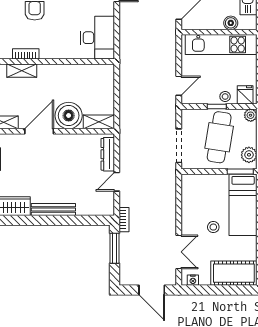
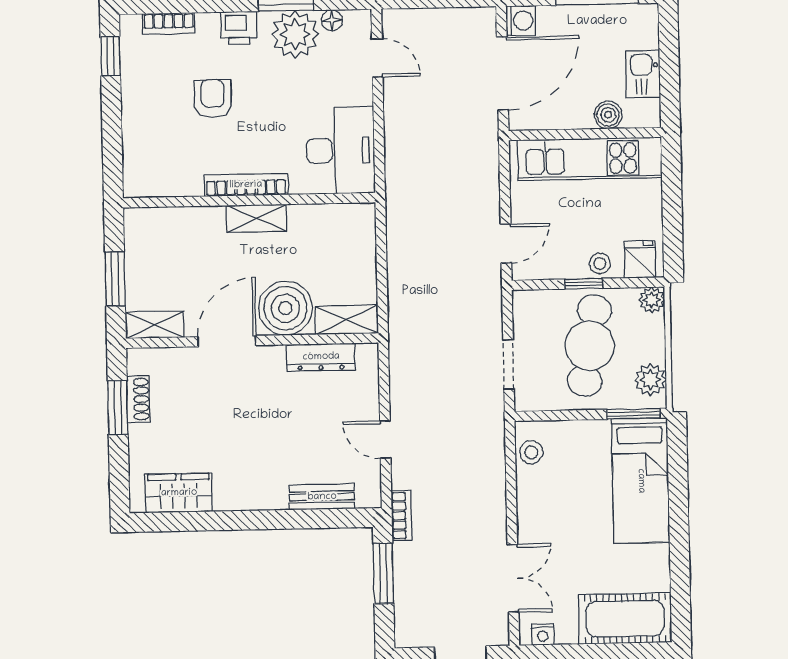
bookcase: (26, 54) -> (246, 185), moved, width x1.56
shelving: (22, 71) -> (257, 218), moved
doorway: (179, 146) -> (509, 365), width x0.73
dresser: (108, 154) -> (321, 357), moved, turned -90
door: (117, 182) -> (385, 440), hinge flipped
bench: (53, 209) -> (322, 497), moved, width x0.73
stool: (213, 227) -> (531, 452), moved

